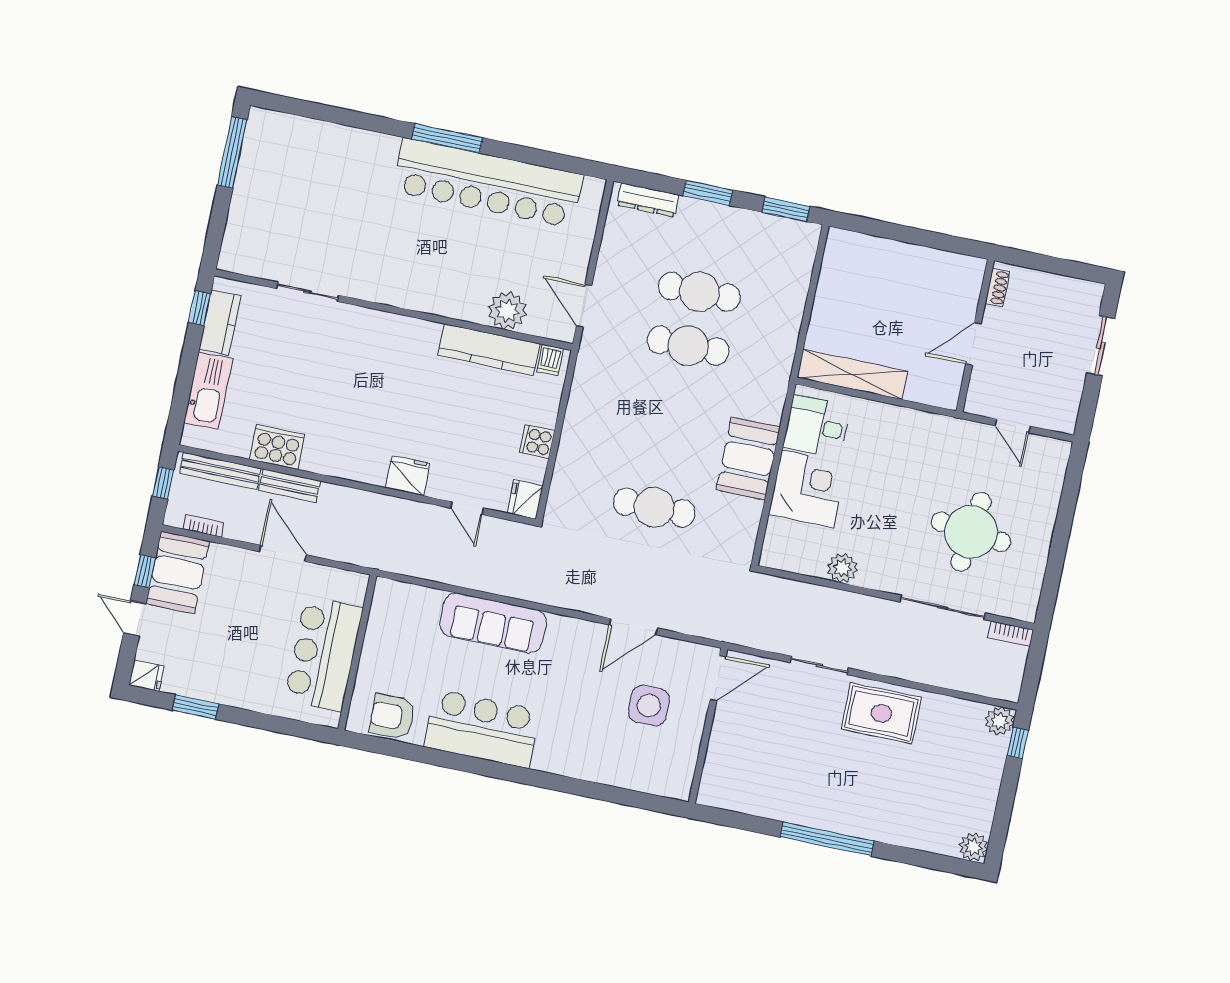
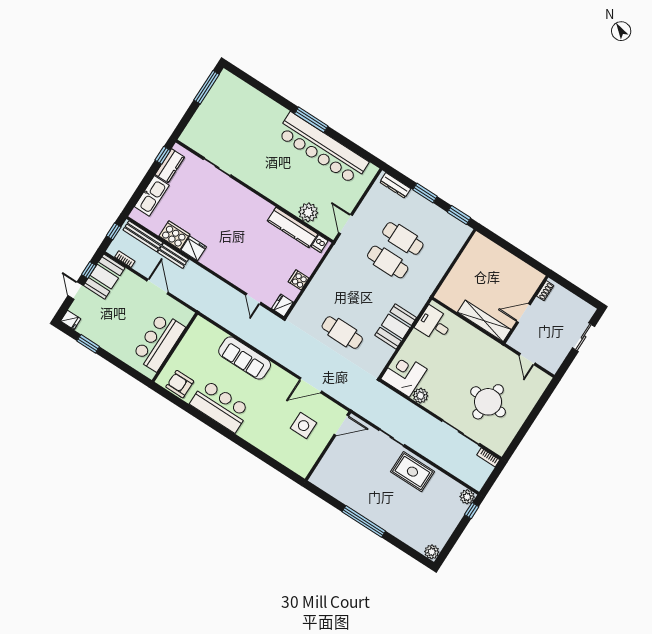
shelving: (852, 374) -> (484, 321), moved
fridge: (408, 475) -> (194, 248), moved
corner desk: (808, 489) -> (404, 374), moved, turned -90

